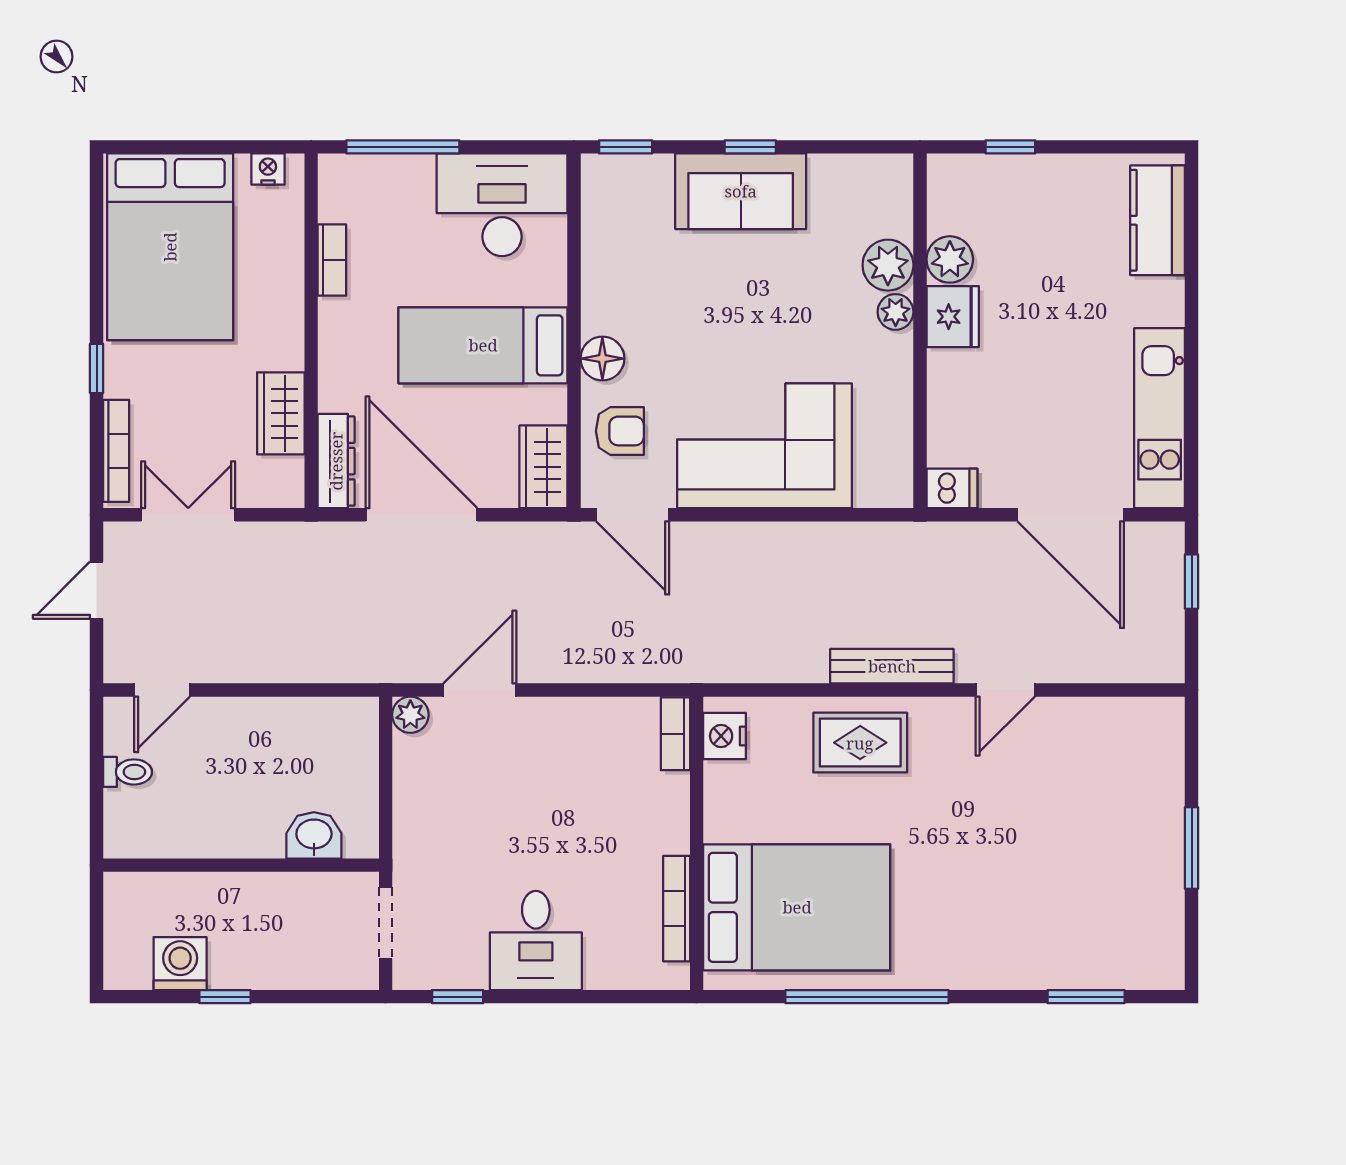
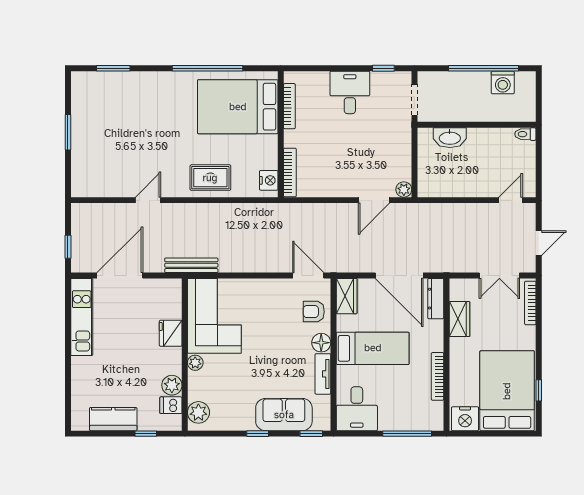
nightstand: (268, 169) -> (465, 419), width x1.89, depth x1.79
sofa: (741, 191) -> (284, 415), moved
desk: (502, 205) -> (357, 409), width x0.73
kitchen counter: (1158, 220) -> (113, 419), moved, turned -90
bookcase: (332, 260) -> (438, 376), width x1.56
plant: (888, 265) -> (198, 412), moved
tv unit: (599, 286) -> (323, 374), added
fridge: (953, 317) -> (171, 333), moved
window: (97, 368) -> (539, 390), moved
corner sofa: (764, 446) -> (214, 316), moved, turned -90
dishwasher: (952, 488) -> (171, 405), moved
door: (1071, 515) -> (120, 275), hinge flipped
bench: (892, 666) -> (191, 265), moved
bookcase: (675, 734) -> (290, 172), width x1.56
toilet: (128, 772) -> (525, 134), moved
washbasin: (314, 835) -> (450, 138), width x1.38
window: (225, 997) -> (484, 68), width x3.17

